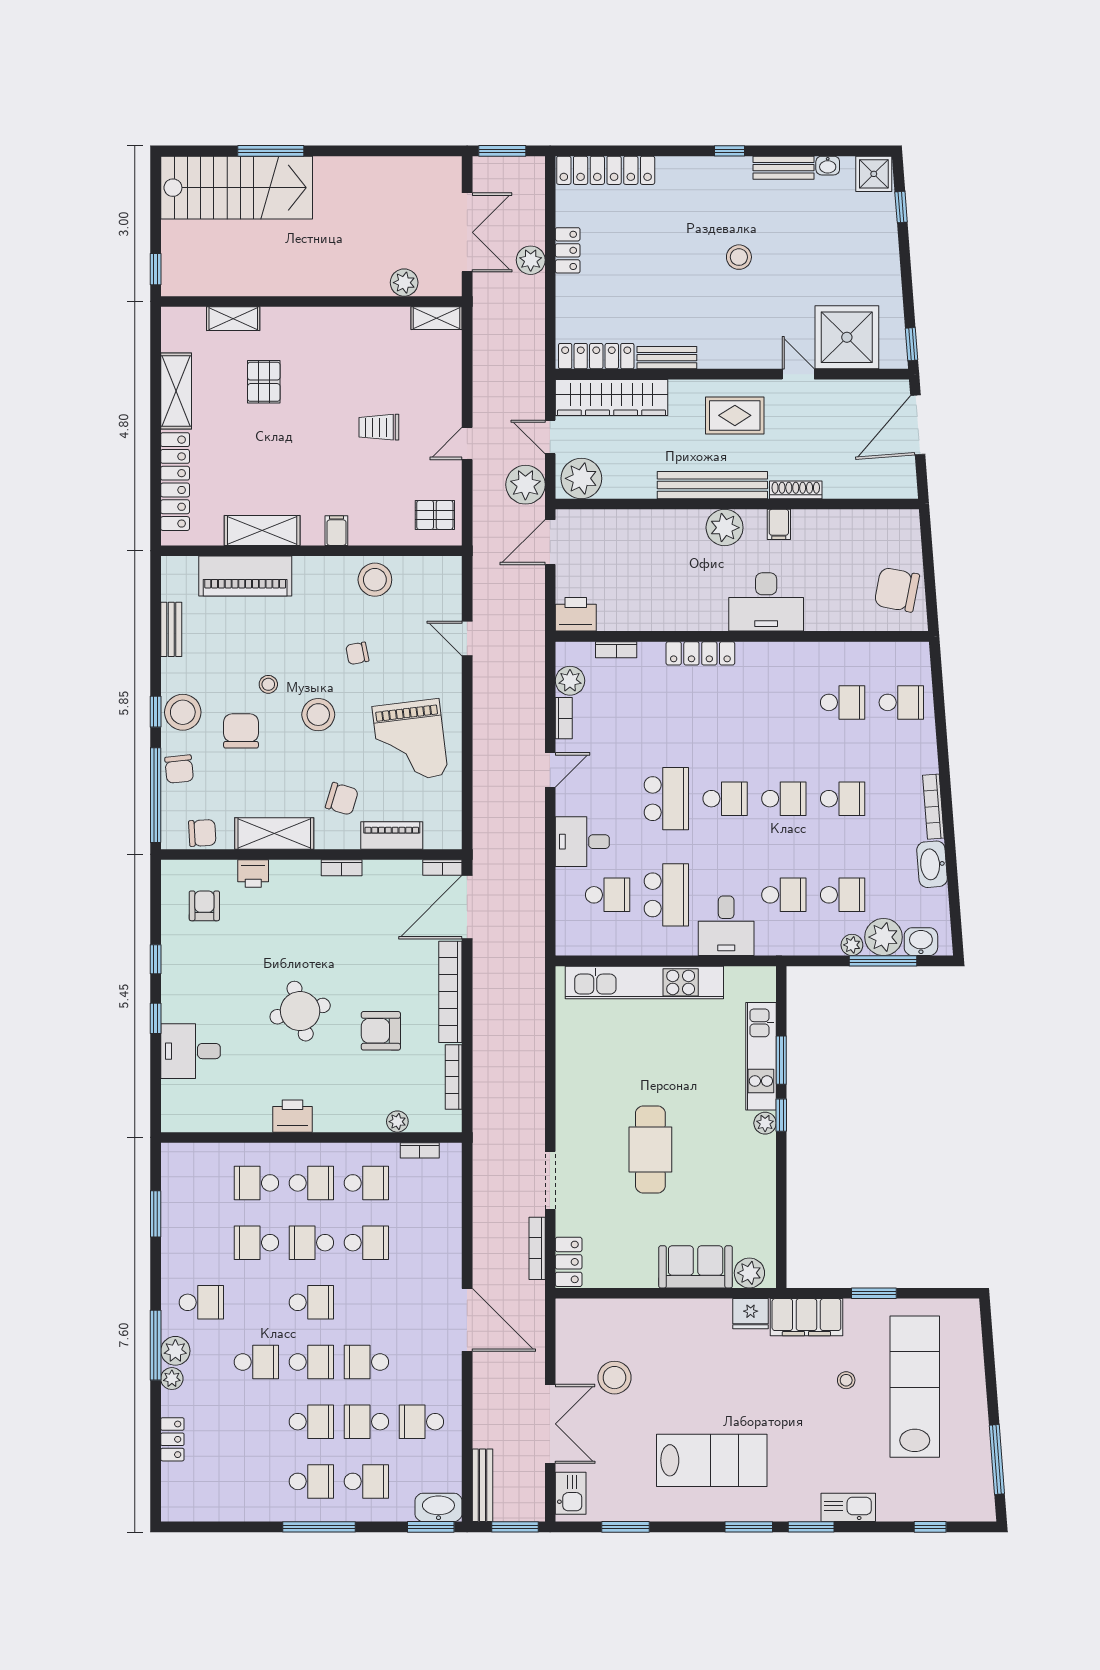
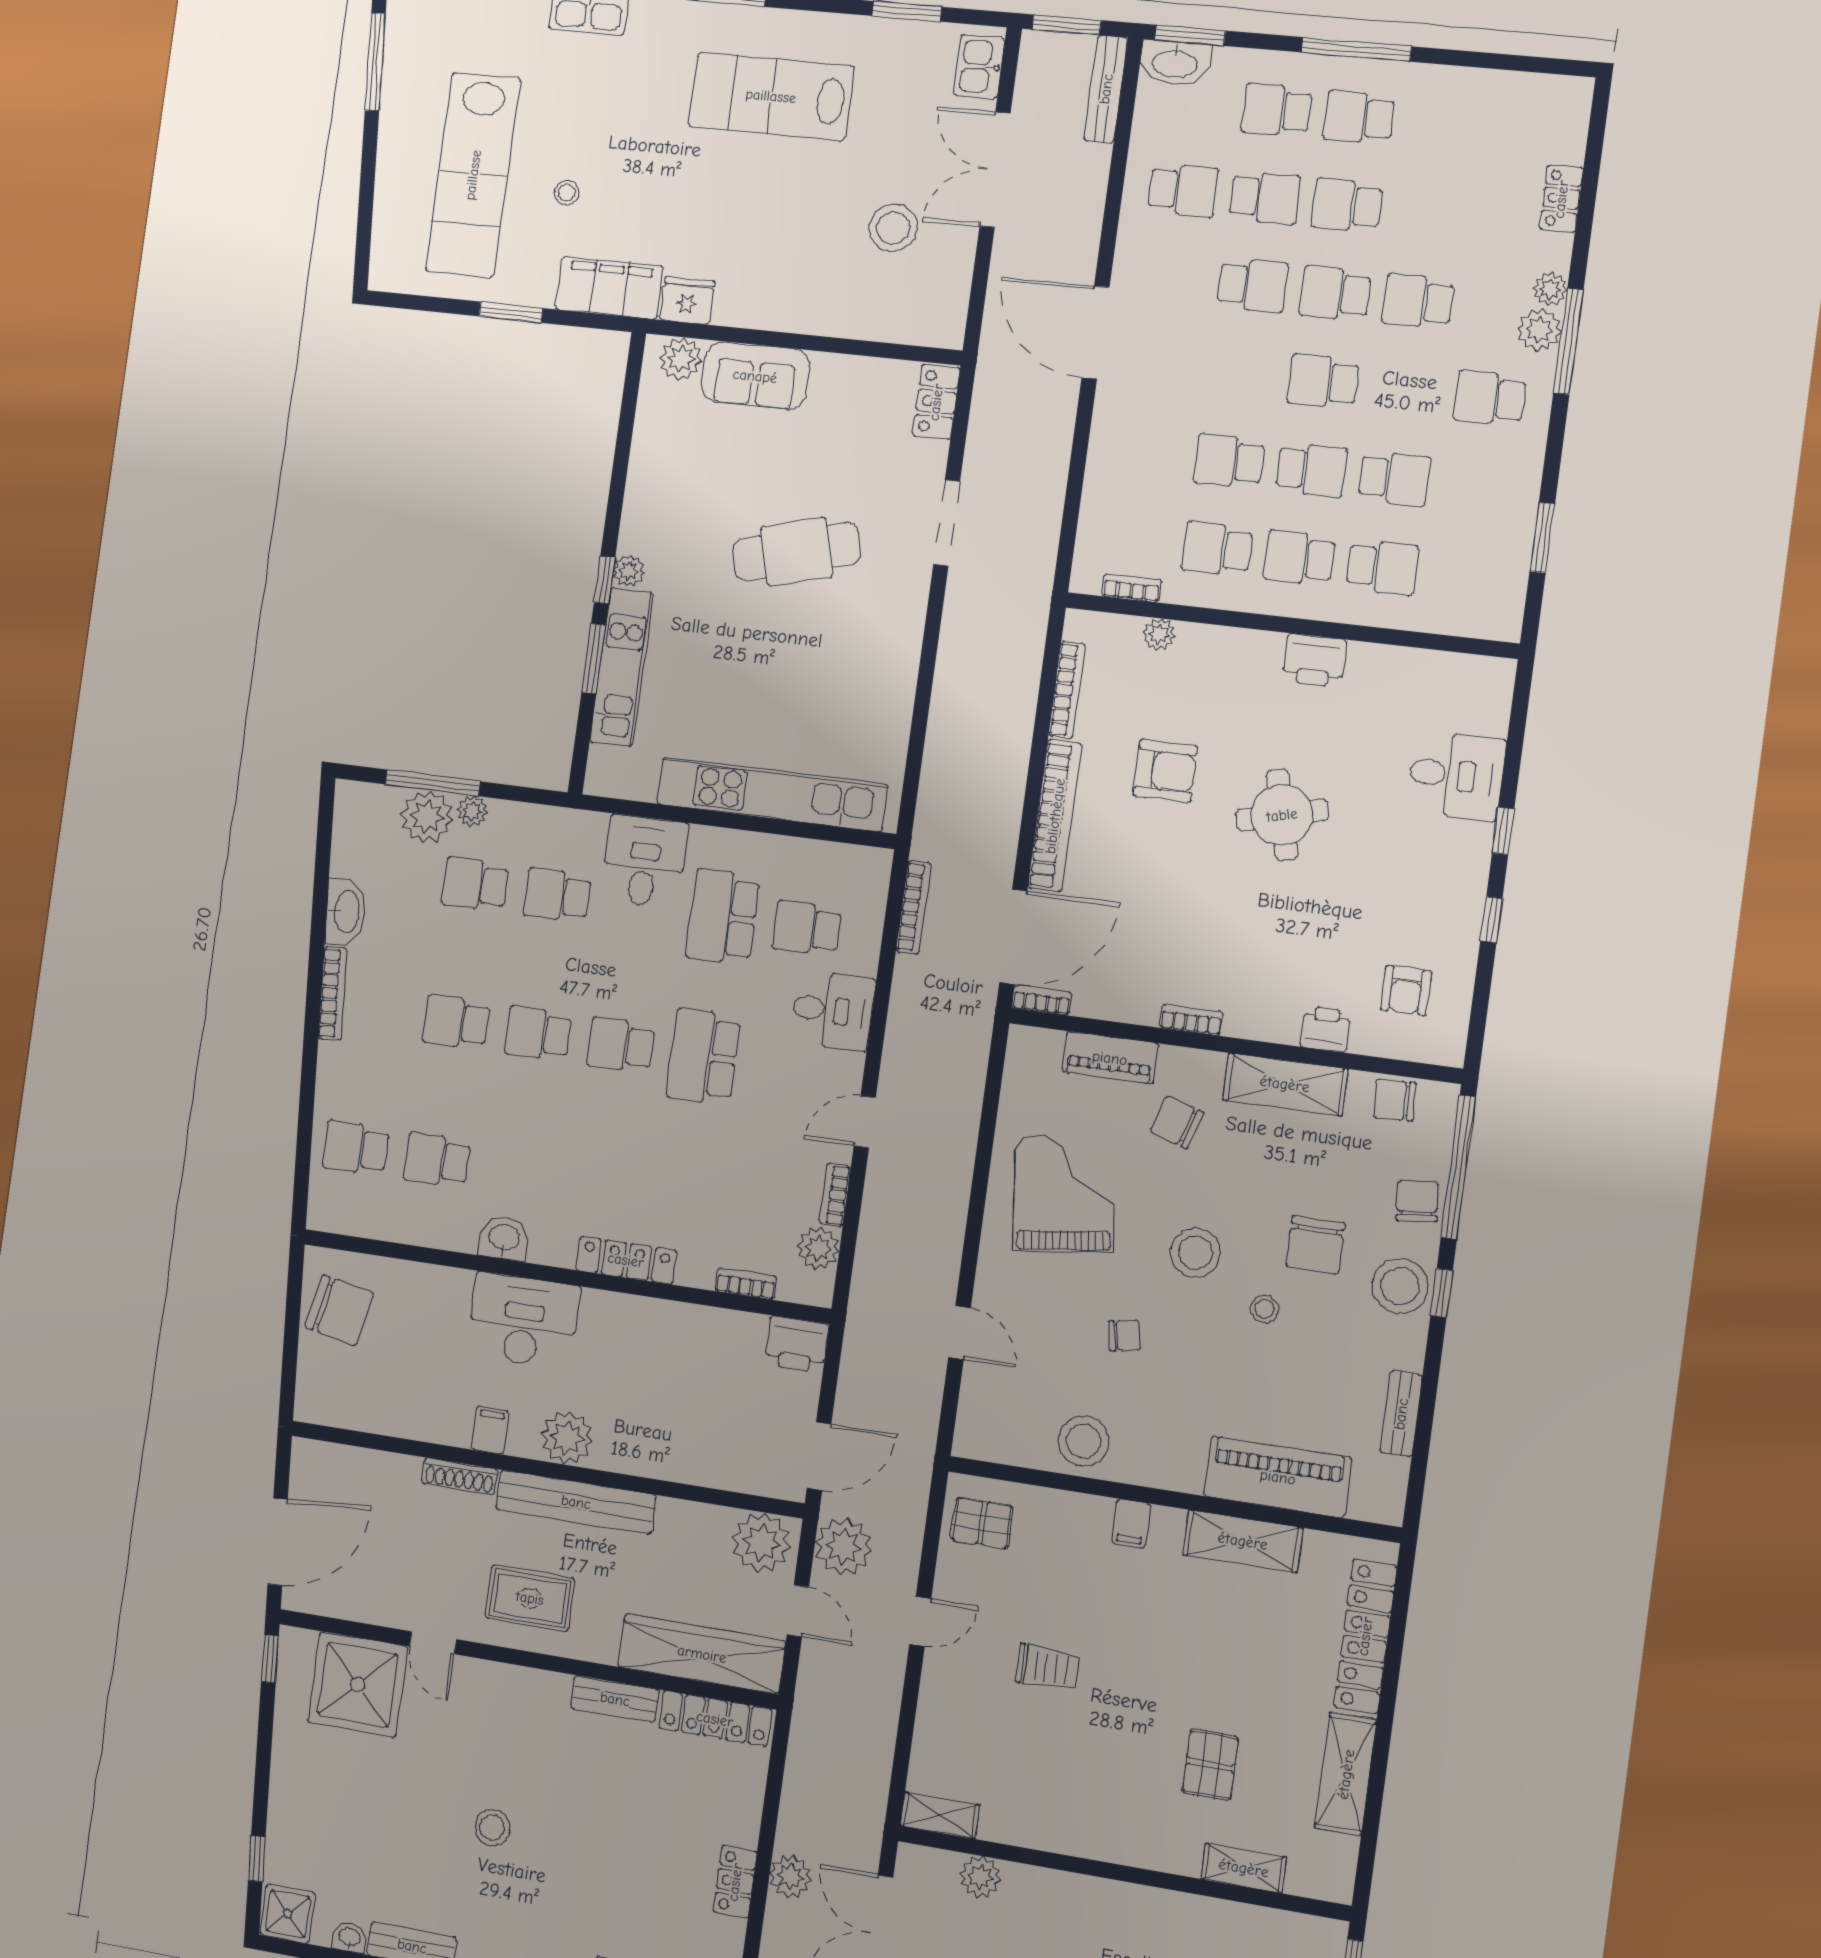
washbasin: (921, 942) -> (504, 1239), moved, turned 180
cafe table: (650, 1149) -> (796, 552), turned 75
bookcase: (537, 1248) -> (914, 907), moved

